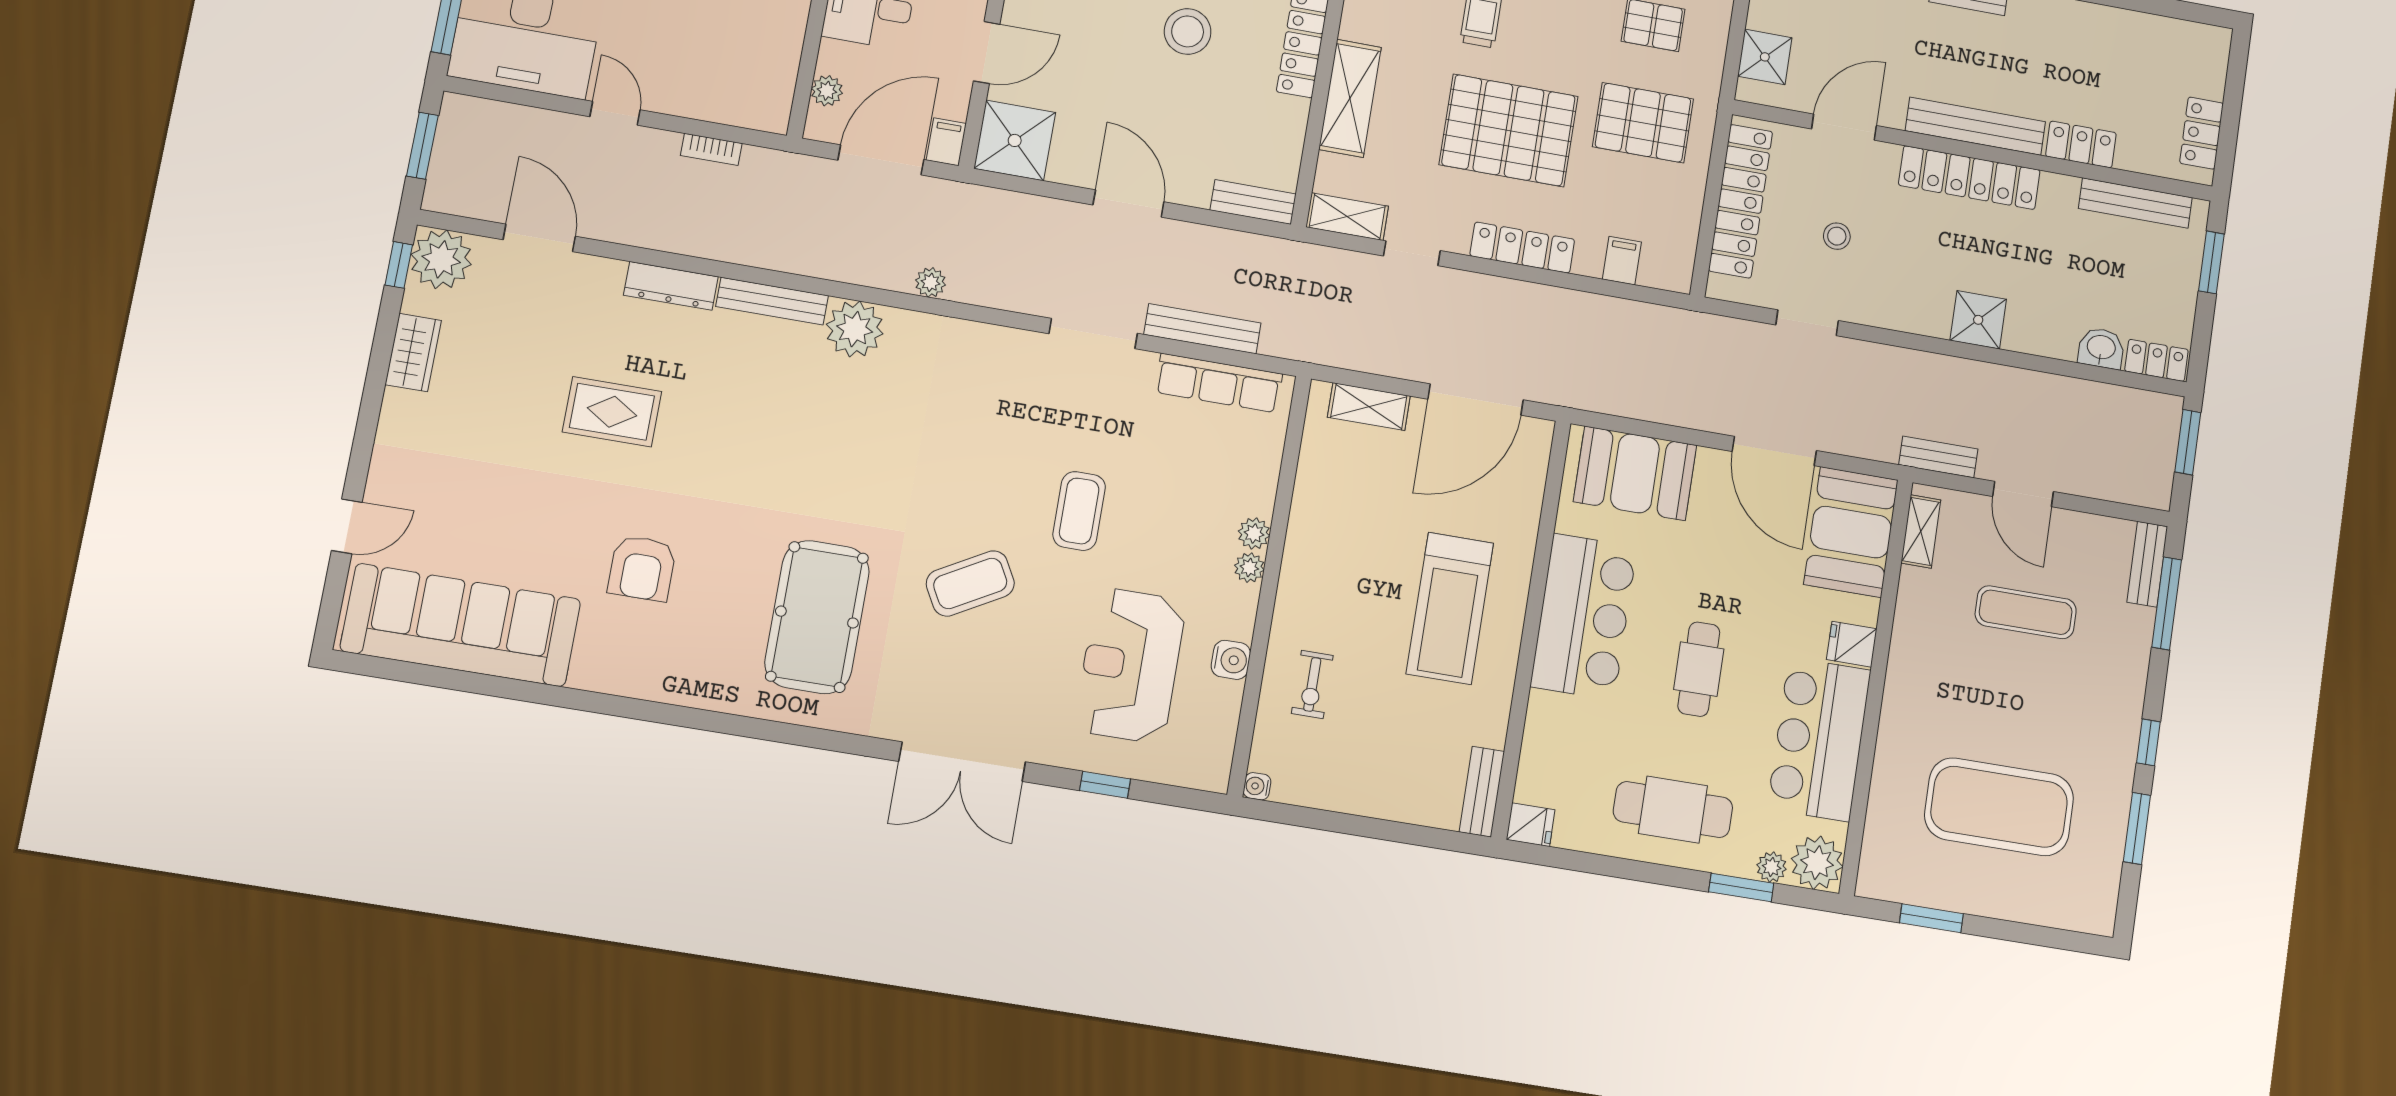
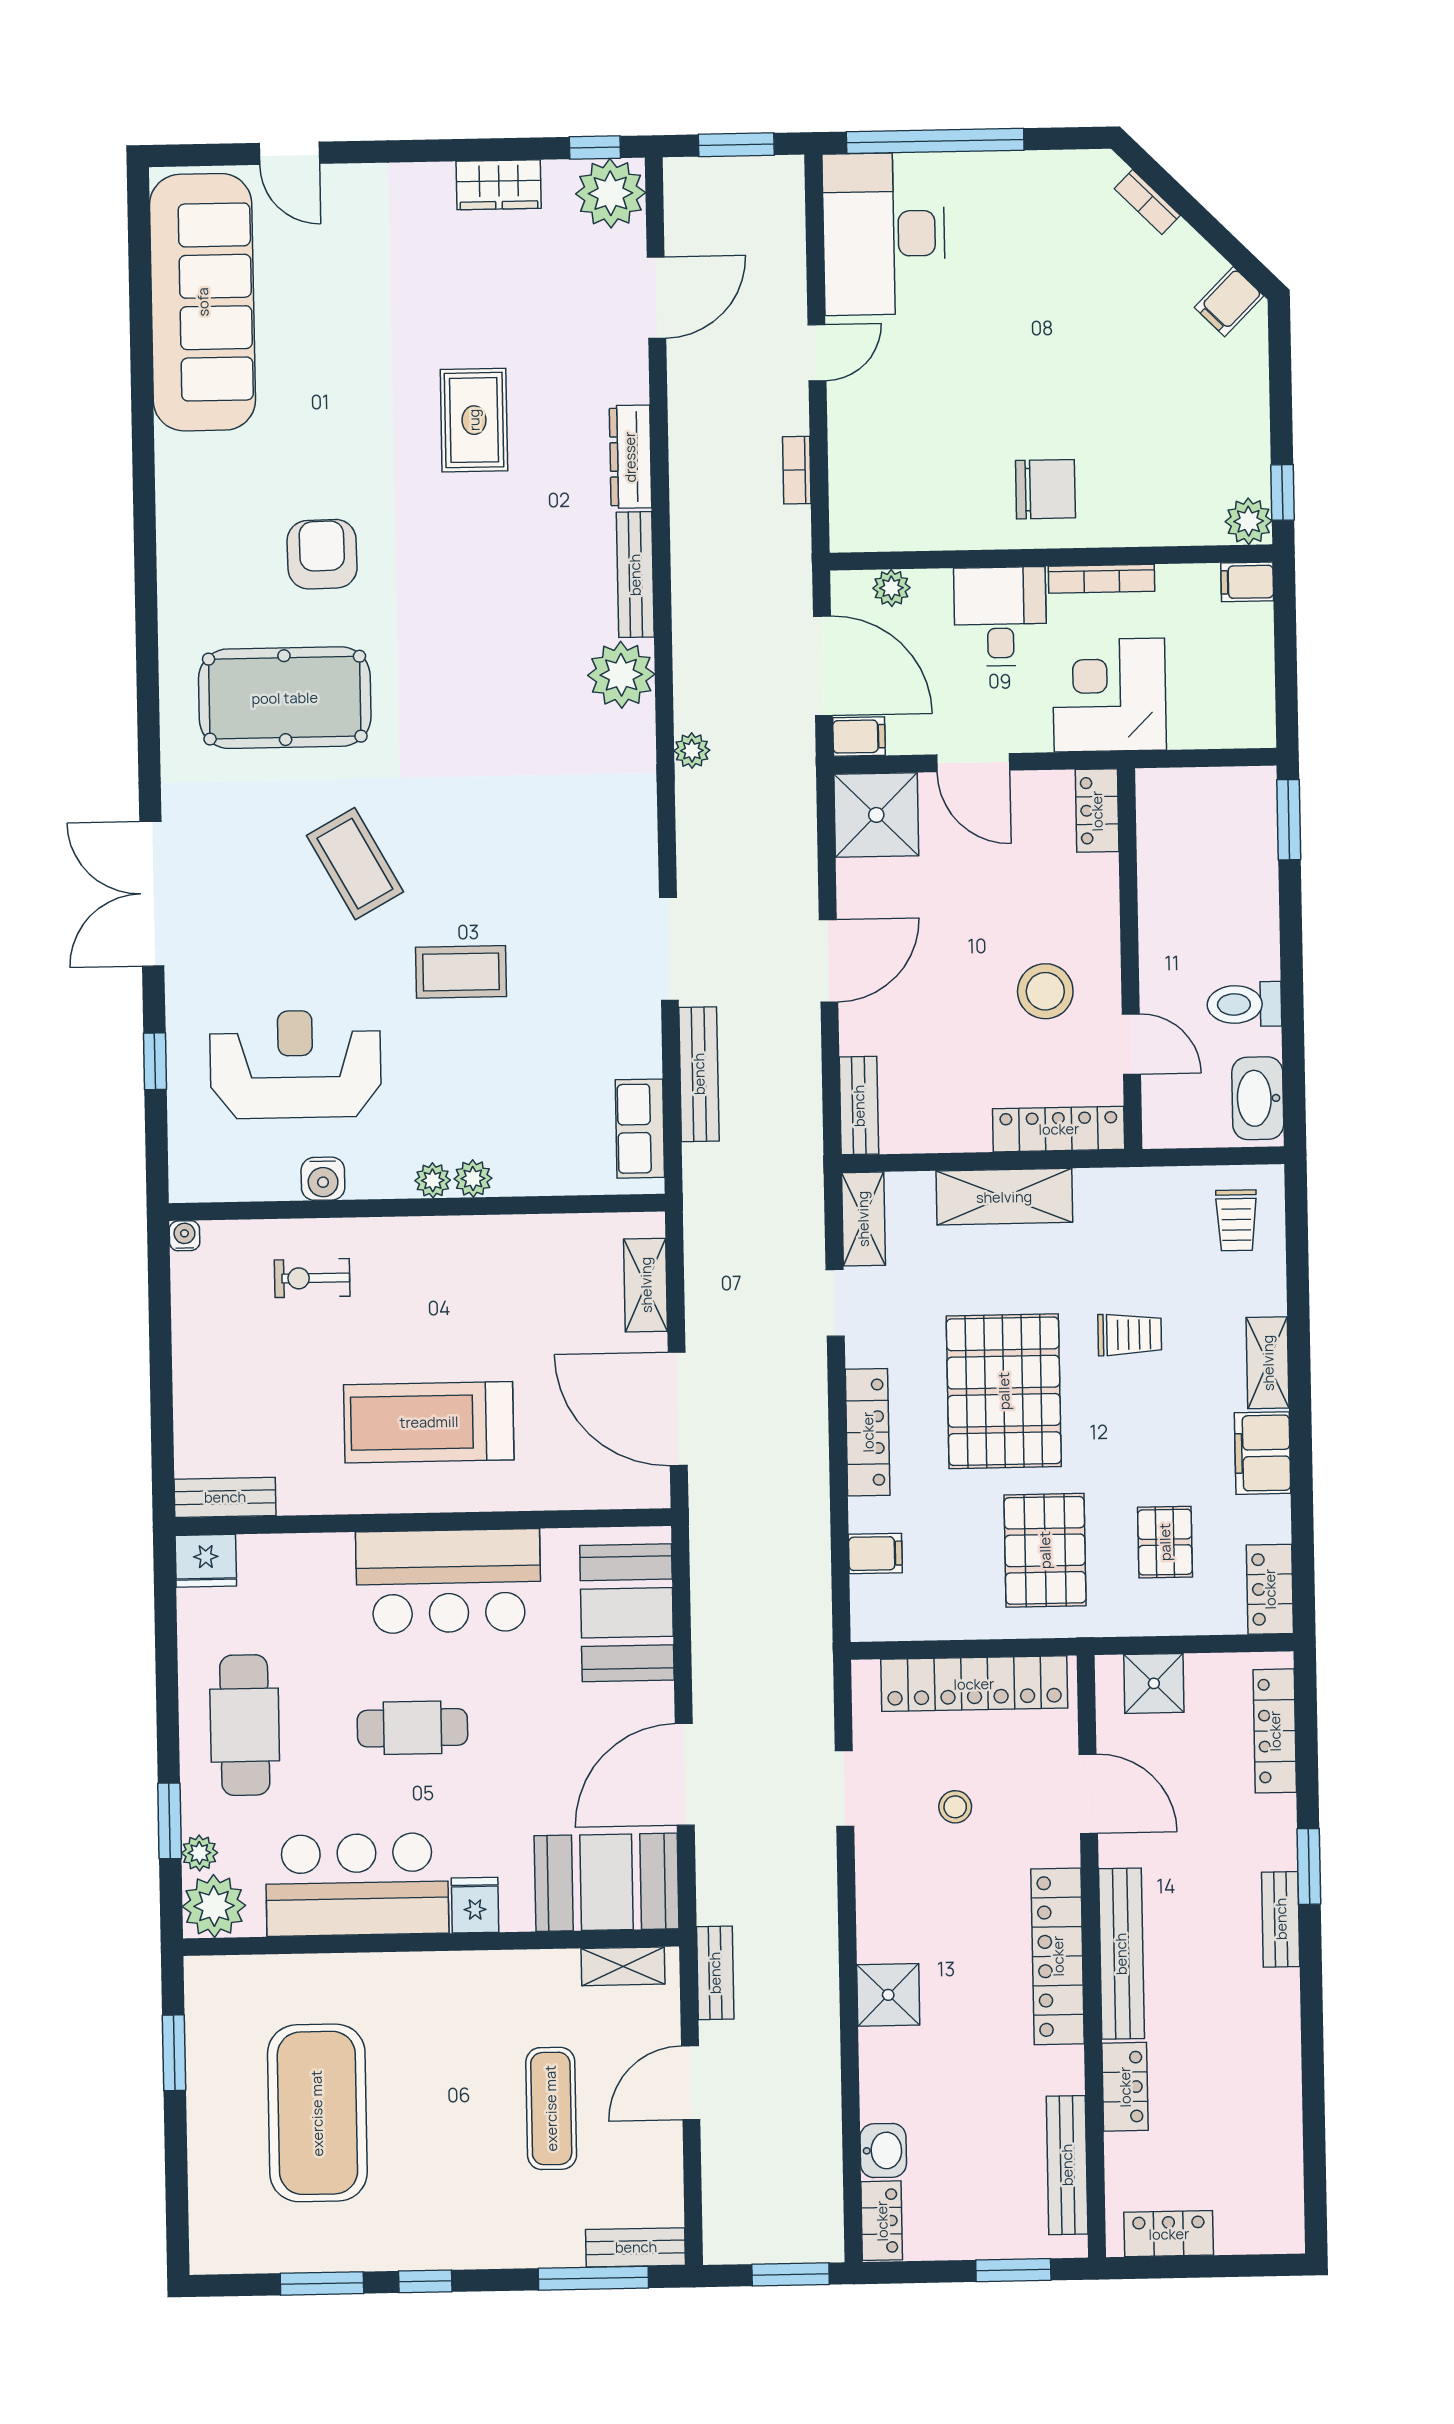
row of seats: (1219, 383) -> (640, 1129), width x0.68
armchair: (642, 568) -> (322, 554), moved, turned 89
fridge: (1531, 825) -> (206, 1561), width x1.38

